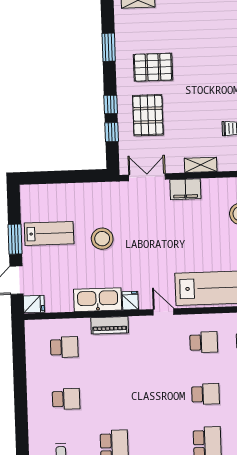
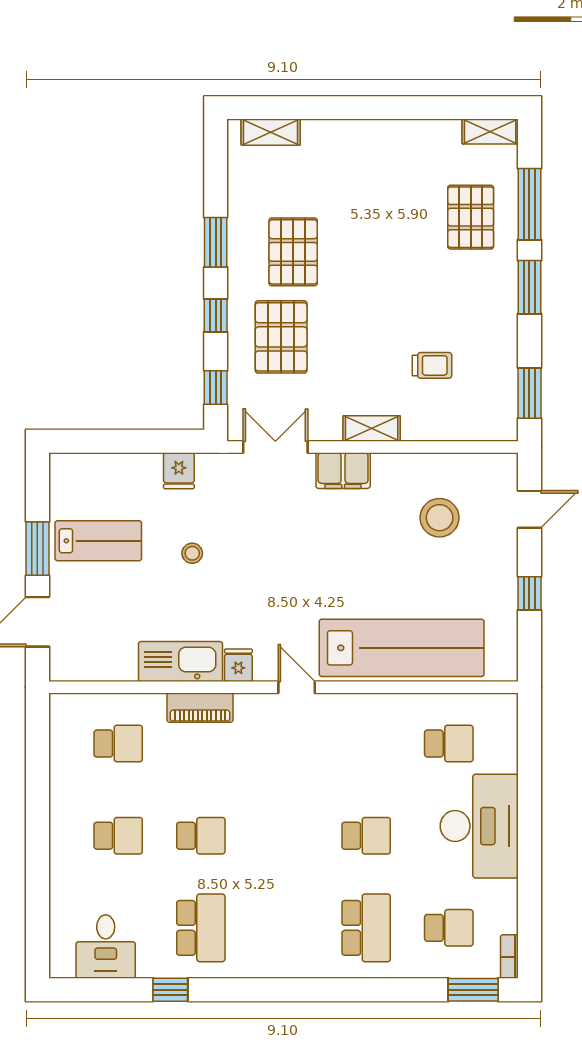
window: (109, 47) -> (216, 242), moved
pallet: (153, 67) -> (293, 252), turned 90
window: (112, 132) -> (216, 388), moved
stool: (102, 239) -> (192, 553), width x0.53, depth x0.53
fridge: (34, 304) -> (179, 471), moved, turned 90
school desk: (204, 342) -> (201, 836), moved

